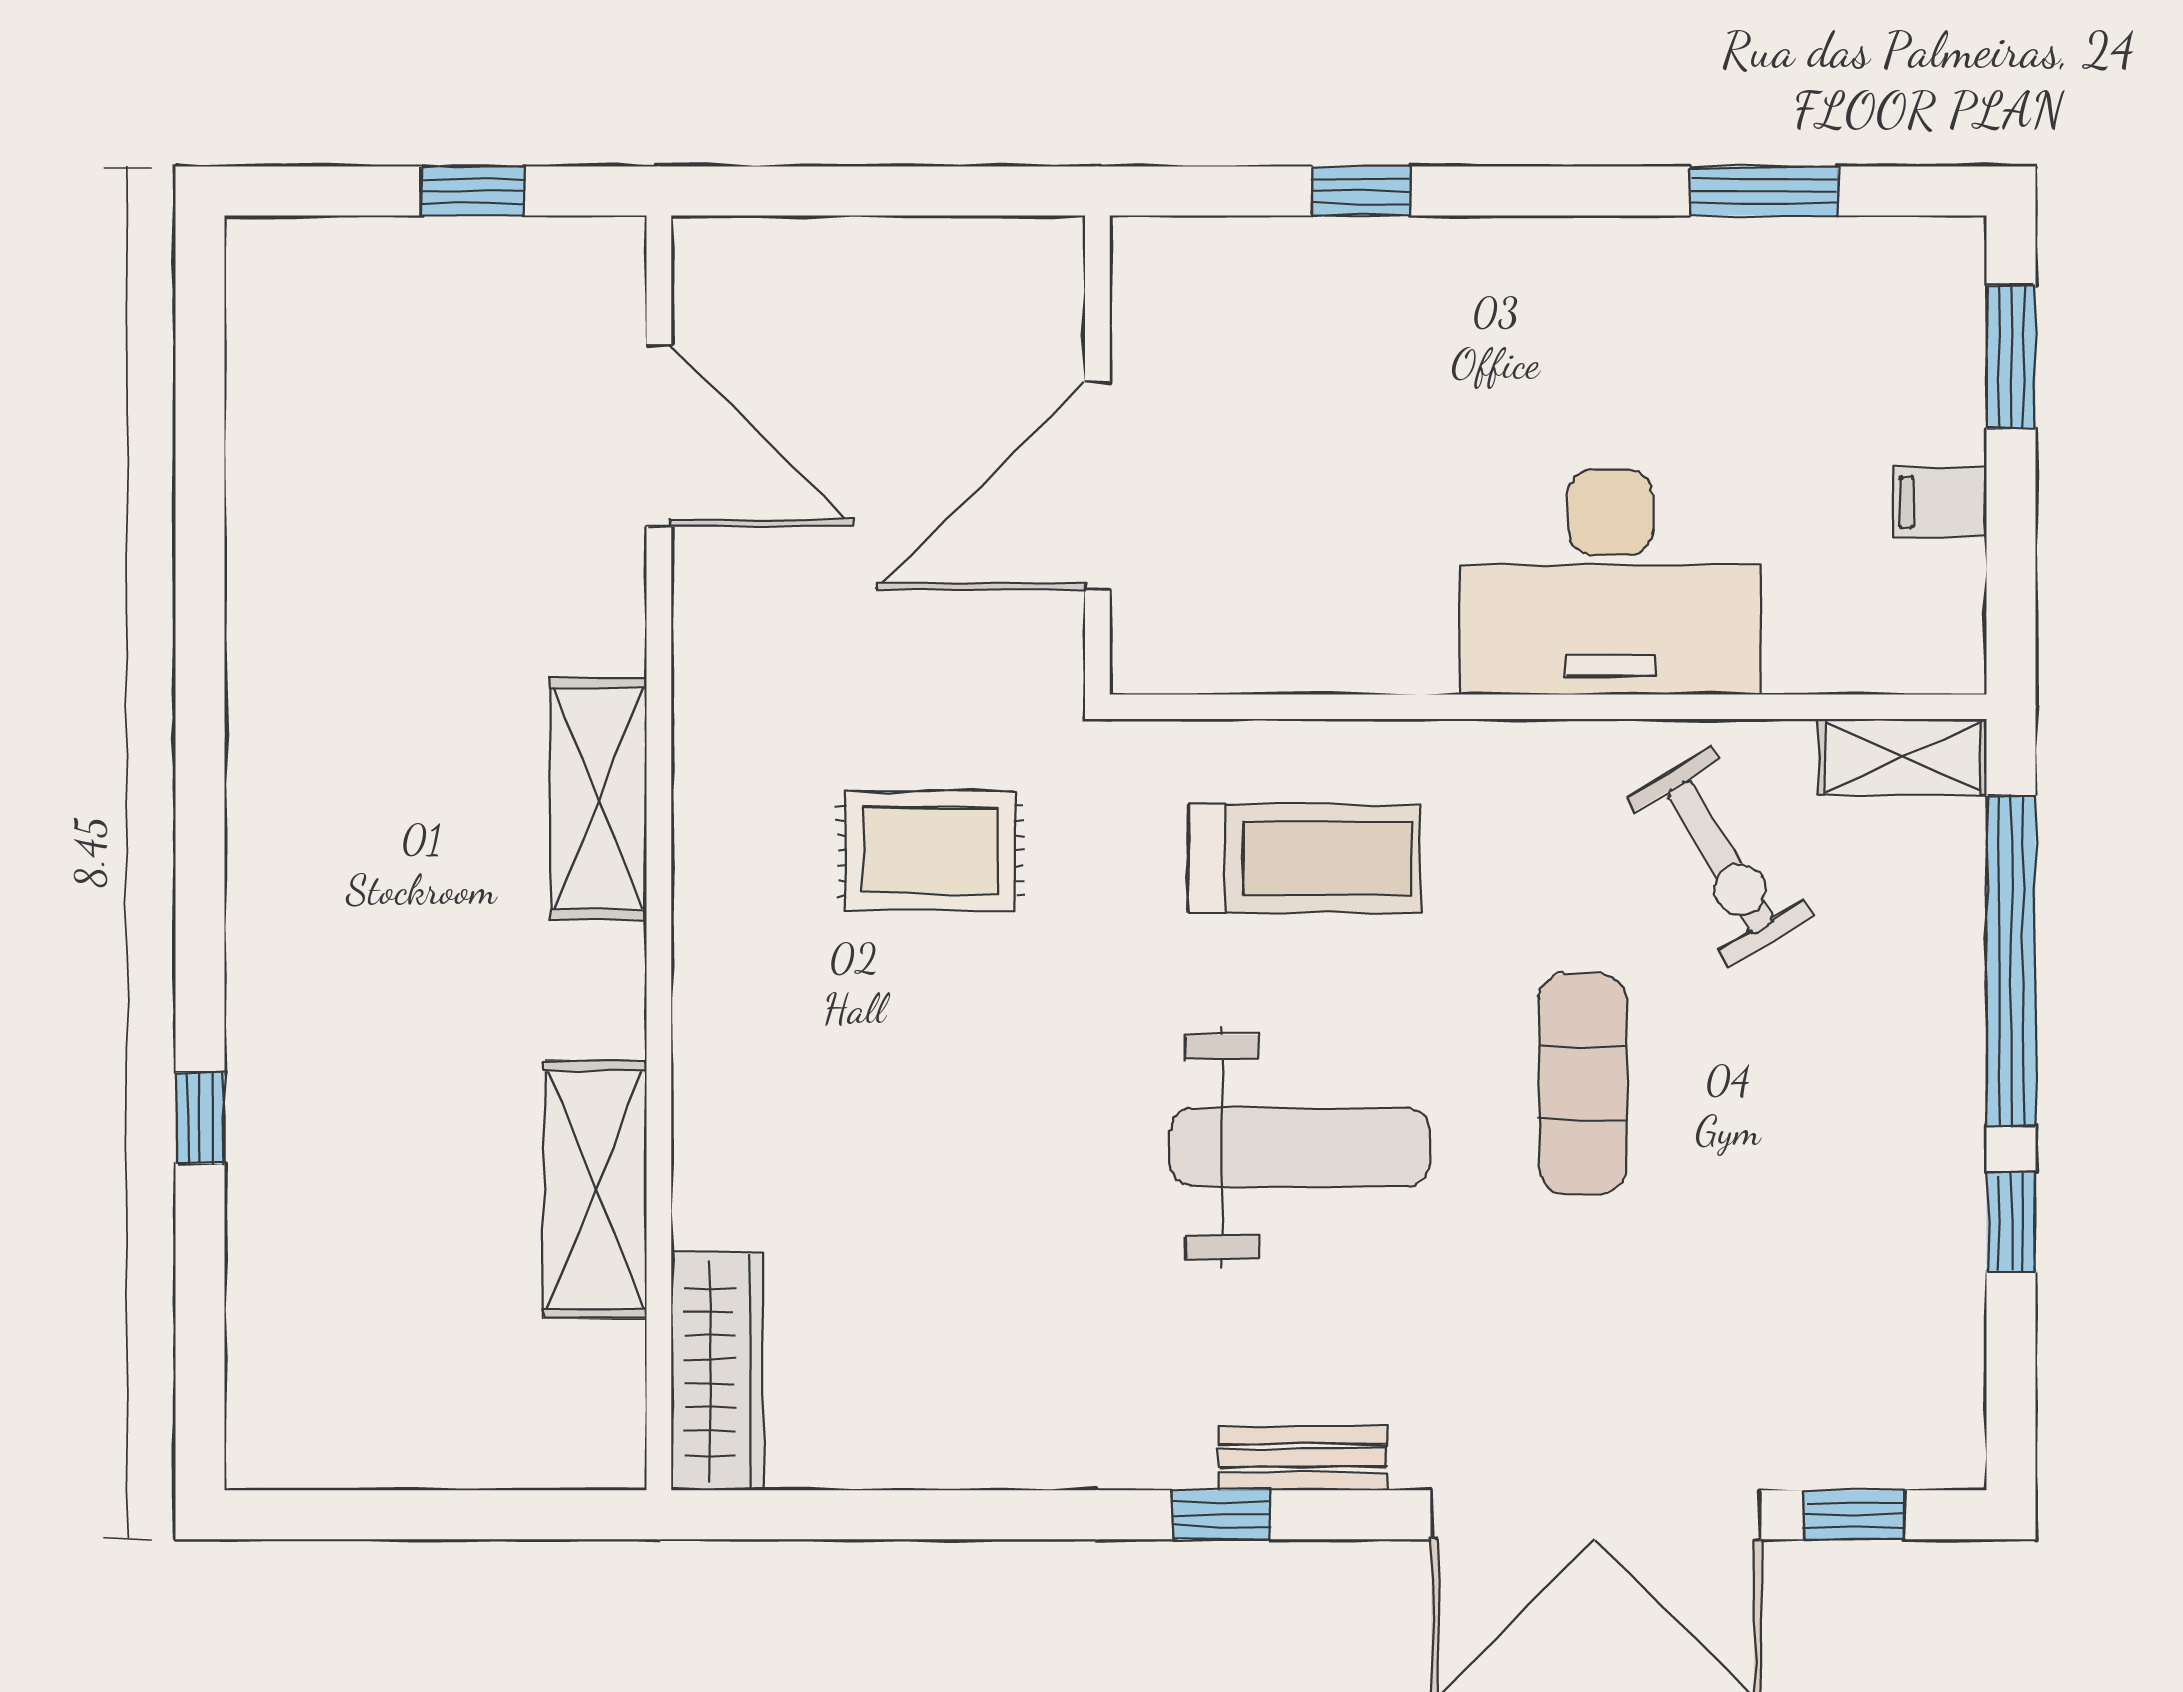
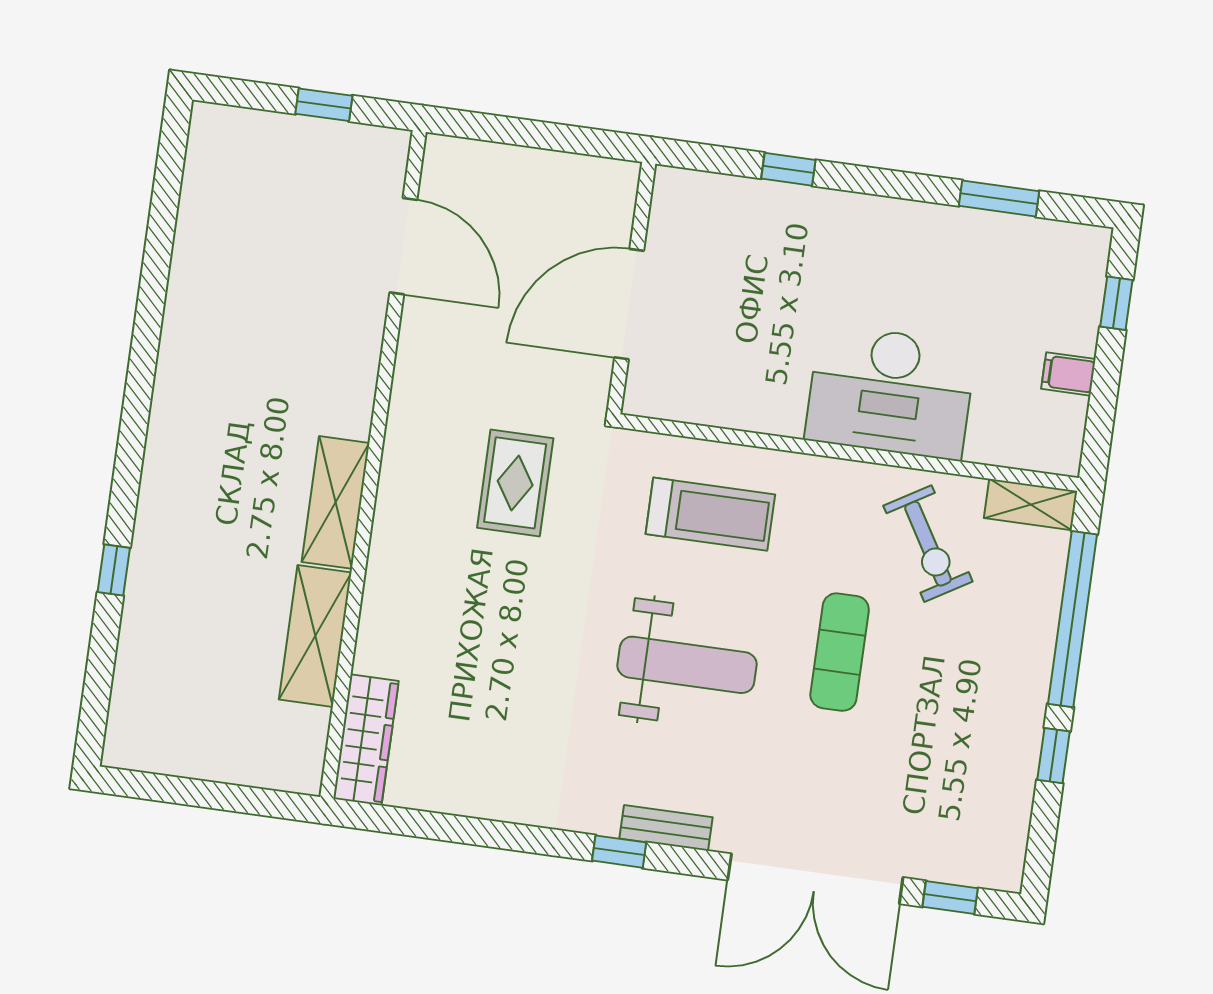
window: (2011, 357) -> (1116, 303), width x0.67
shelving: (598, 798) -> (336, 502), moved
rug: (930, 851) -> (515, 483), turned 90

